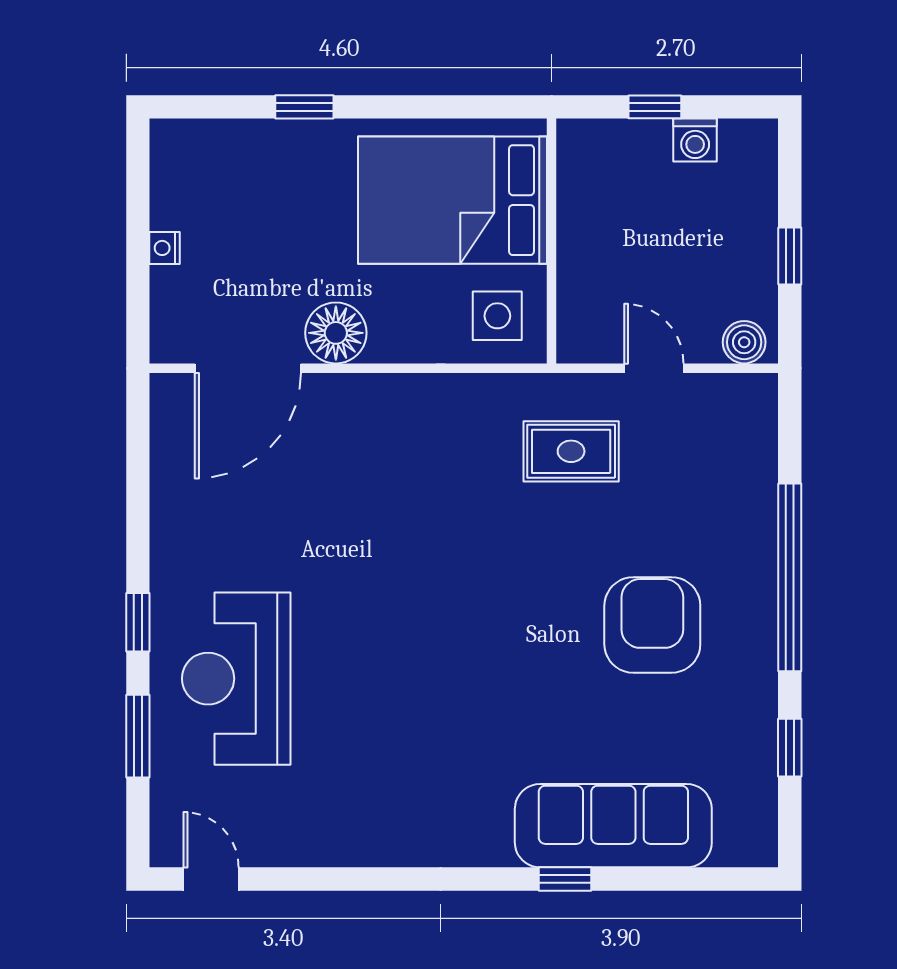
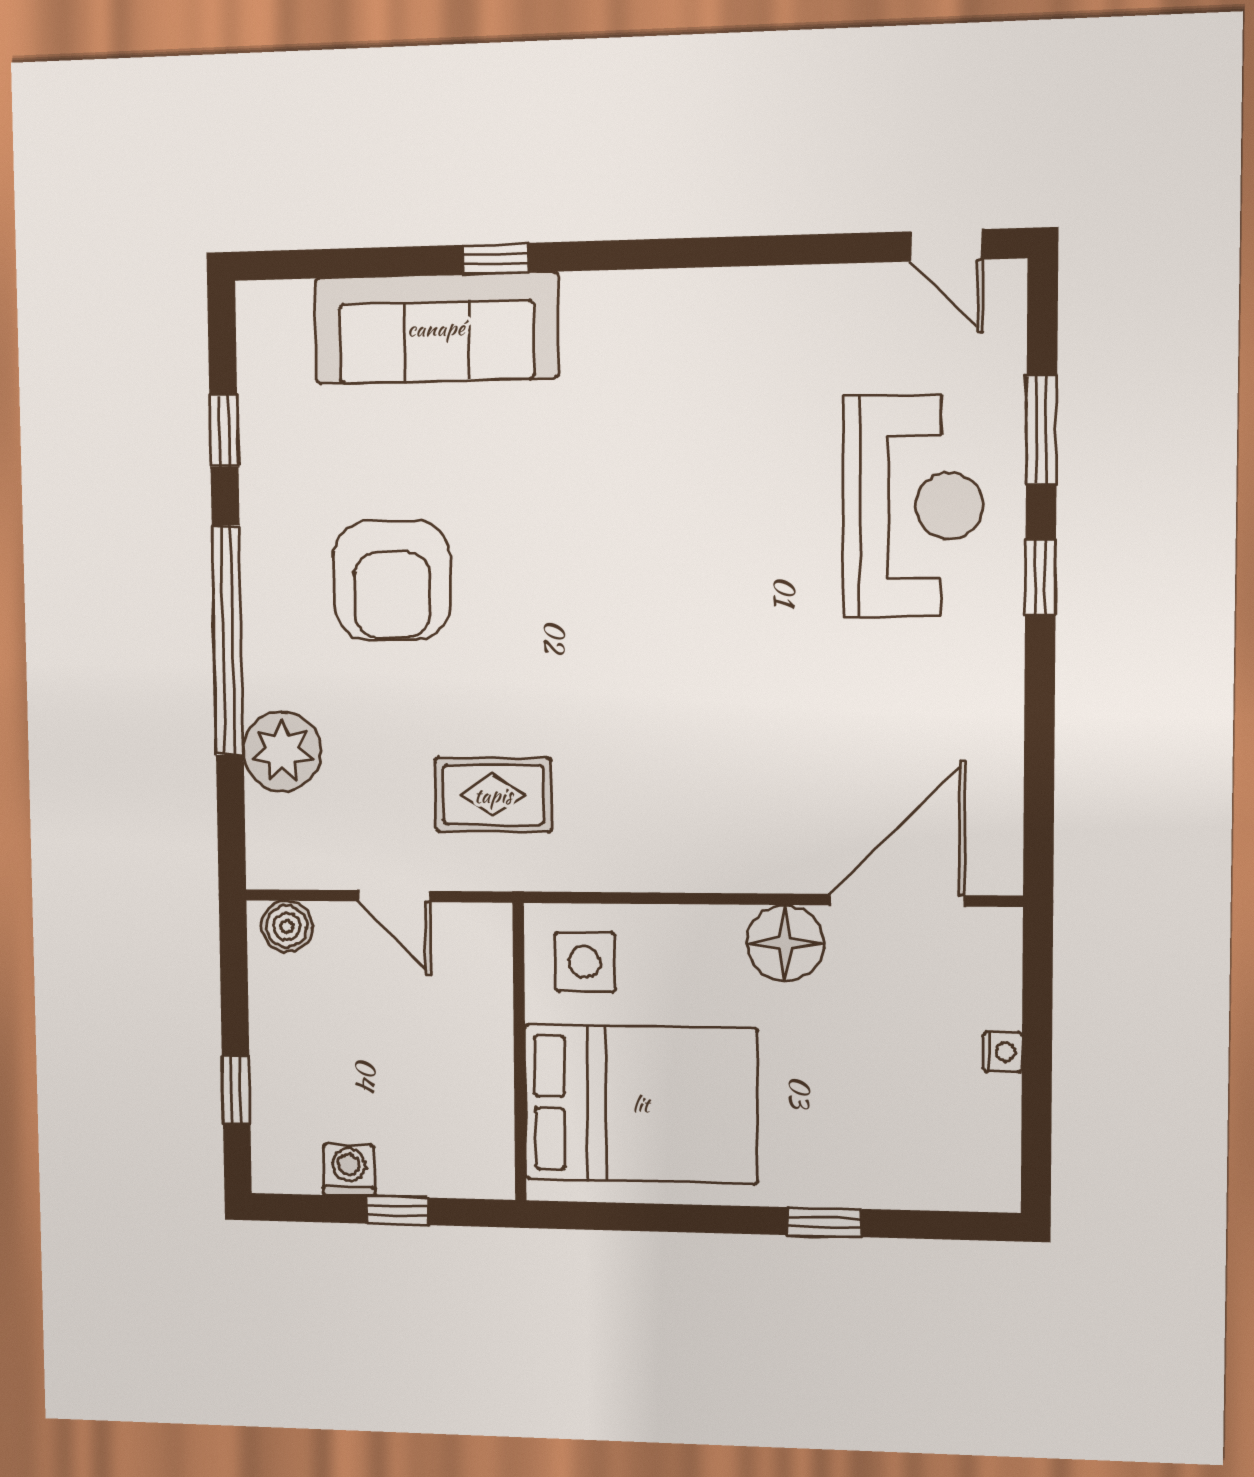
window: (790, 256) -> (236, 1089), moved
plant: (746, 487) -> (282, 751), added

